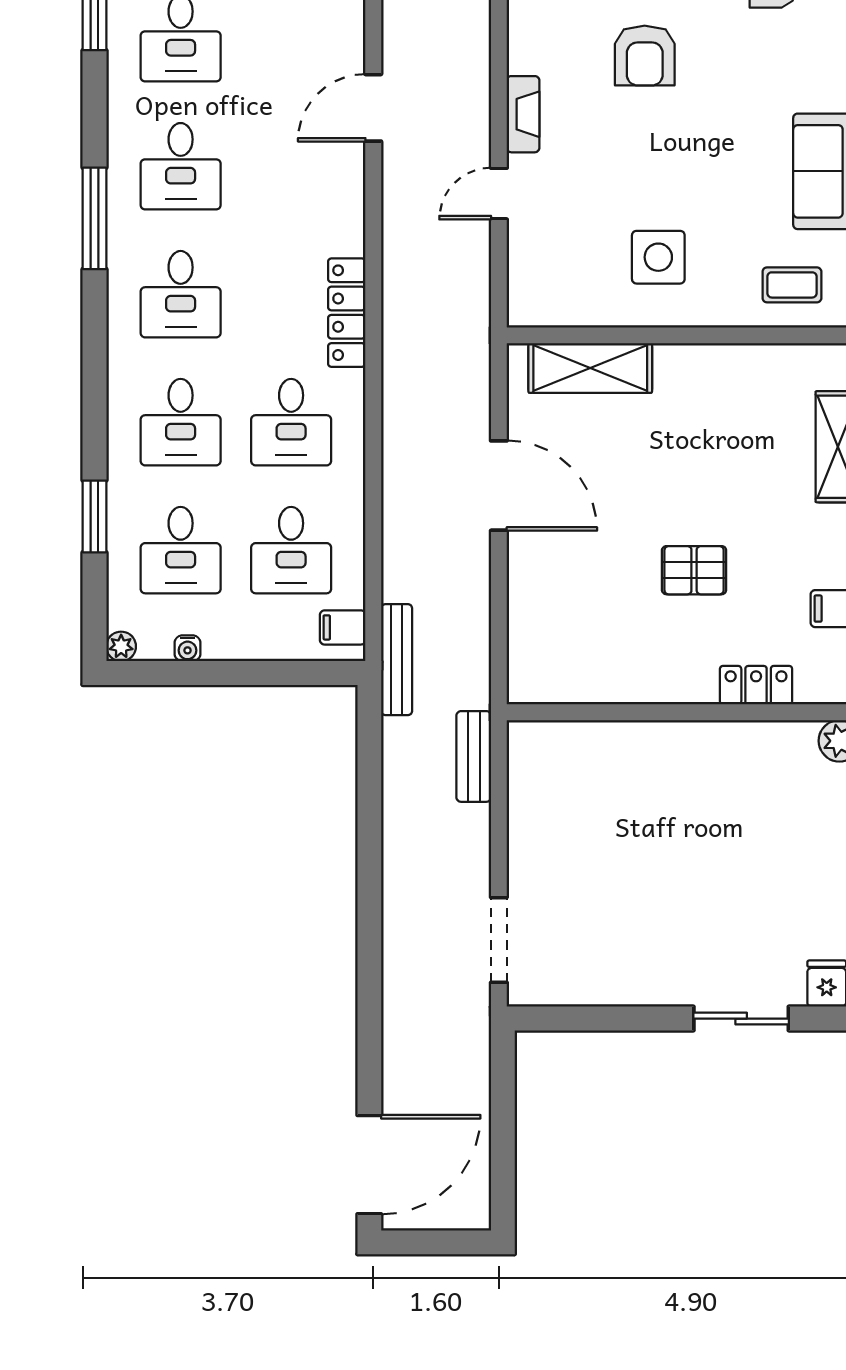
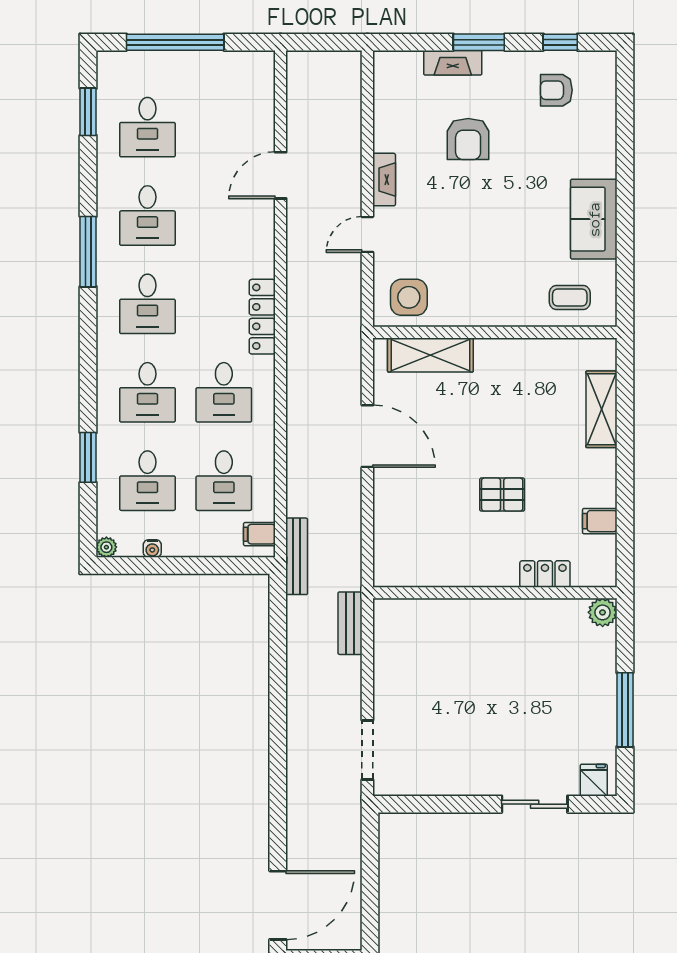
side table: (658, 257) -> (409, 297), moved

